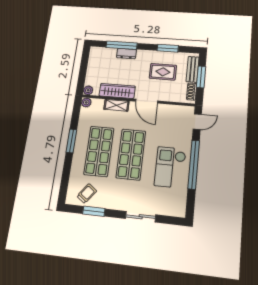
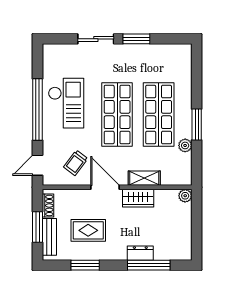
wardrobe: (117, 91) -> (138, 198), width x0.67
plant: (86, 102) -> (185, 145), moved
trolley: (87, 194) -> (76, 163), moved
window: (94, 211) -> (136, 39), moved

